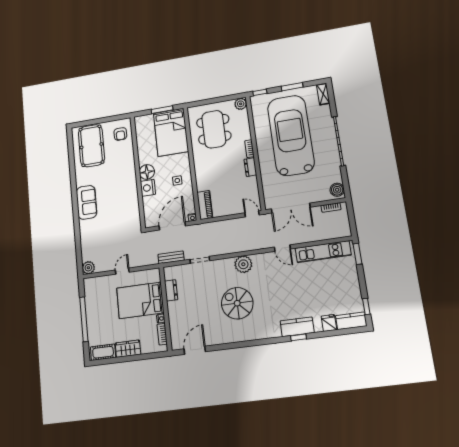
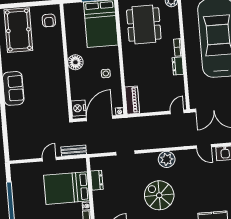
nightstand: (148, 188) -> (79, 108), moved
door: (252, 214) -> (177, 112), hinge flipped
bench: (171, 257) -> (74, 151), moved
plant: (88, 268) -> (15, 154), removed

